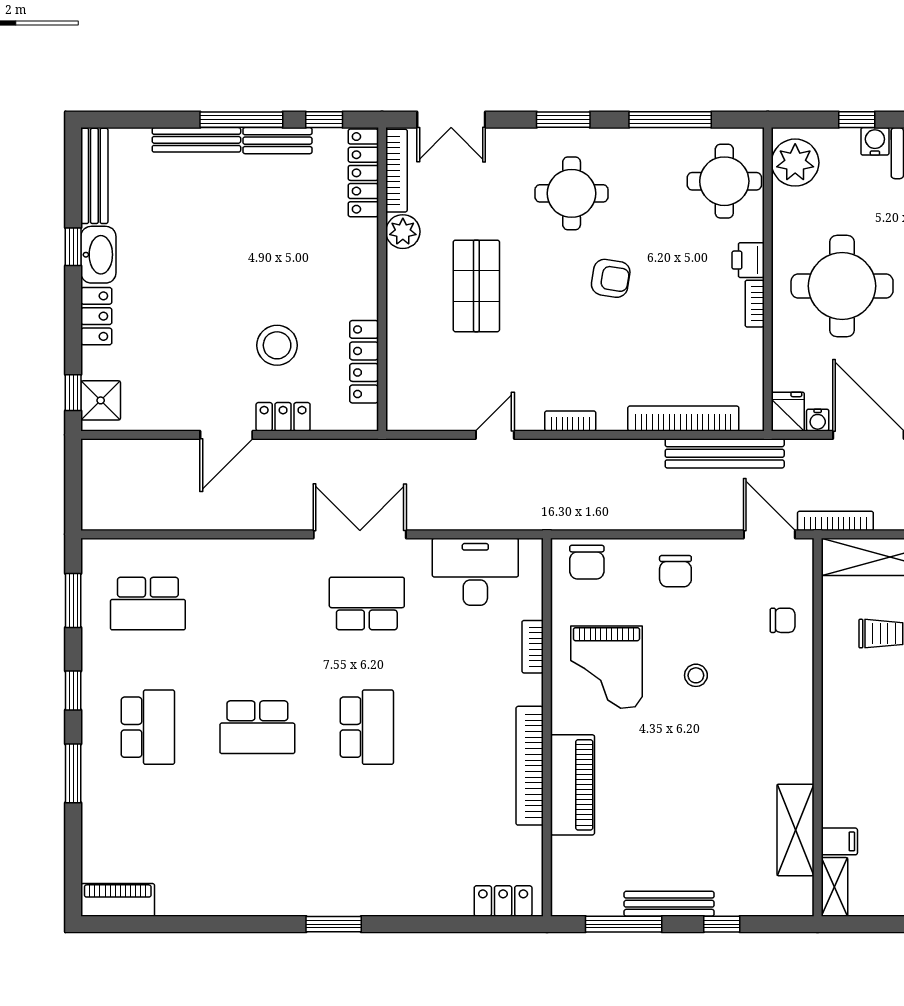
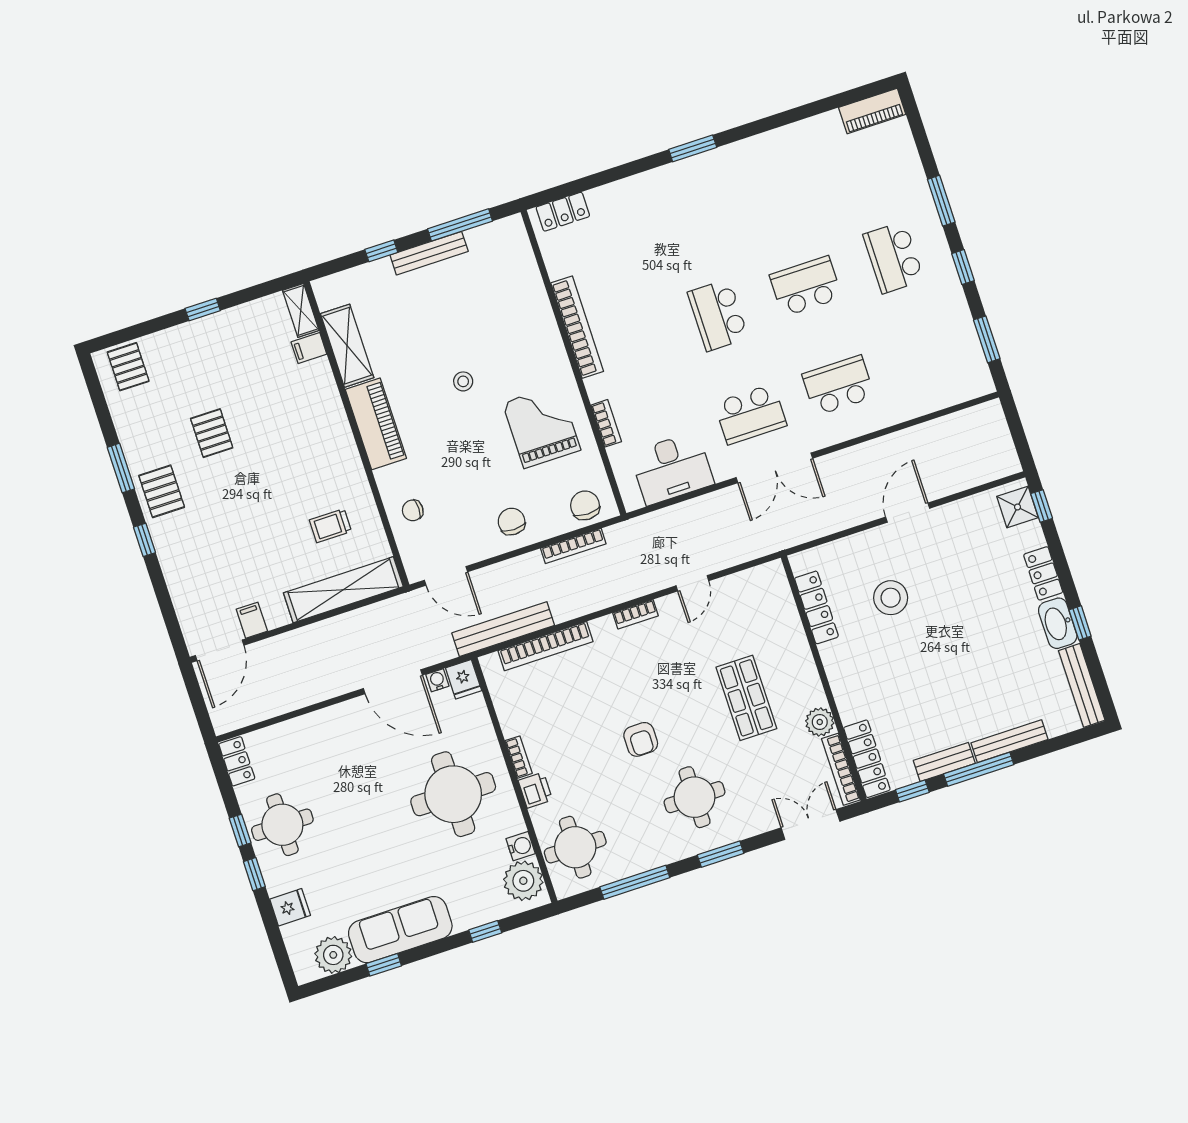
water cooler: (875, 141) -> (521, 846), moved, turned -90
armchair: (611, 278) -> (641, 739), turned -99
locker: (283, 417) -> (867, 542), removed
bookcase: (835, 521) -> (573, 546), moved
school desk: (148, 604) -> (838, 385), moved
stool: (696, 675) -> (463, 381), moved
piano: (572, 785) -> (376, 424), moved, turned 180

